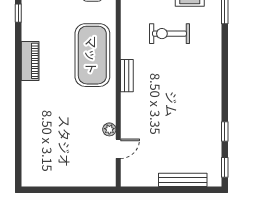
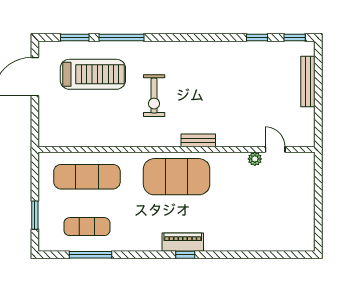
window: (18, 13) -> (185, 255), moved

